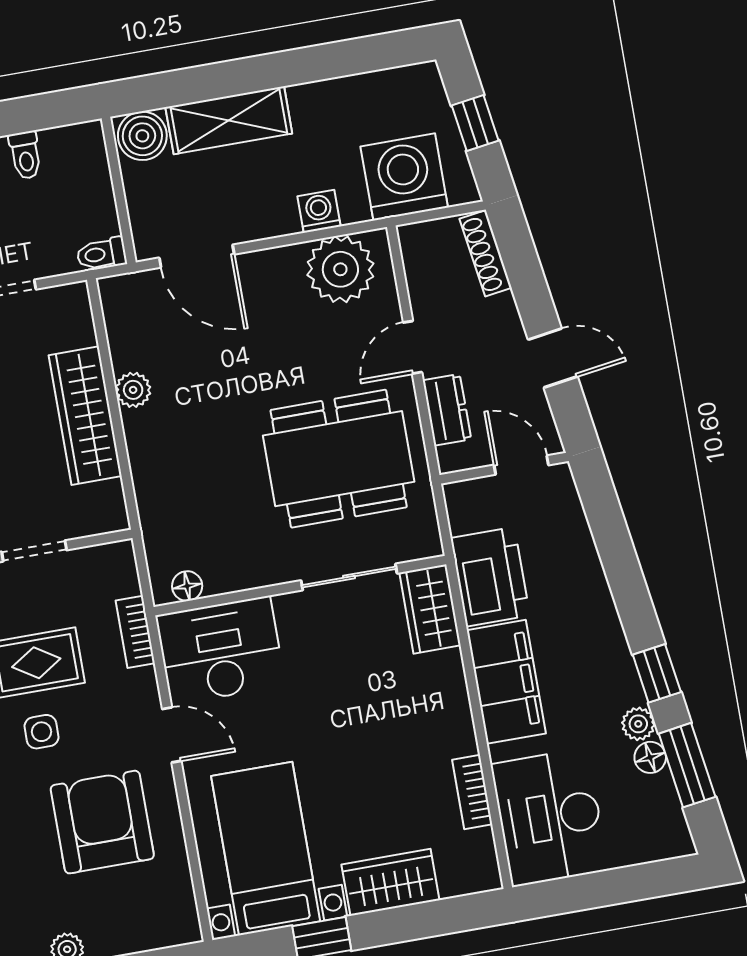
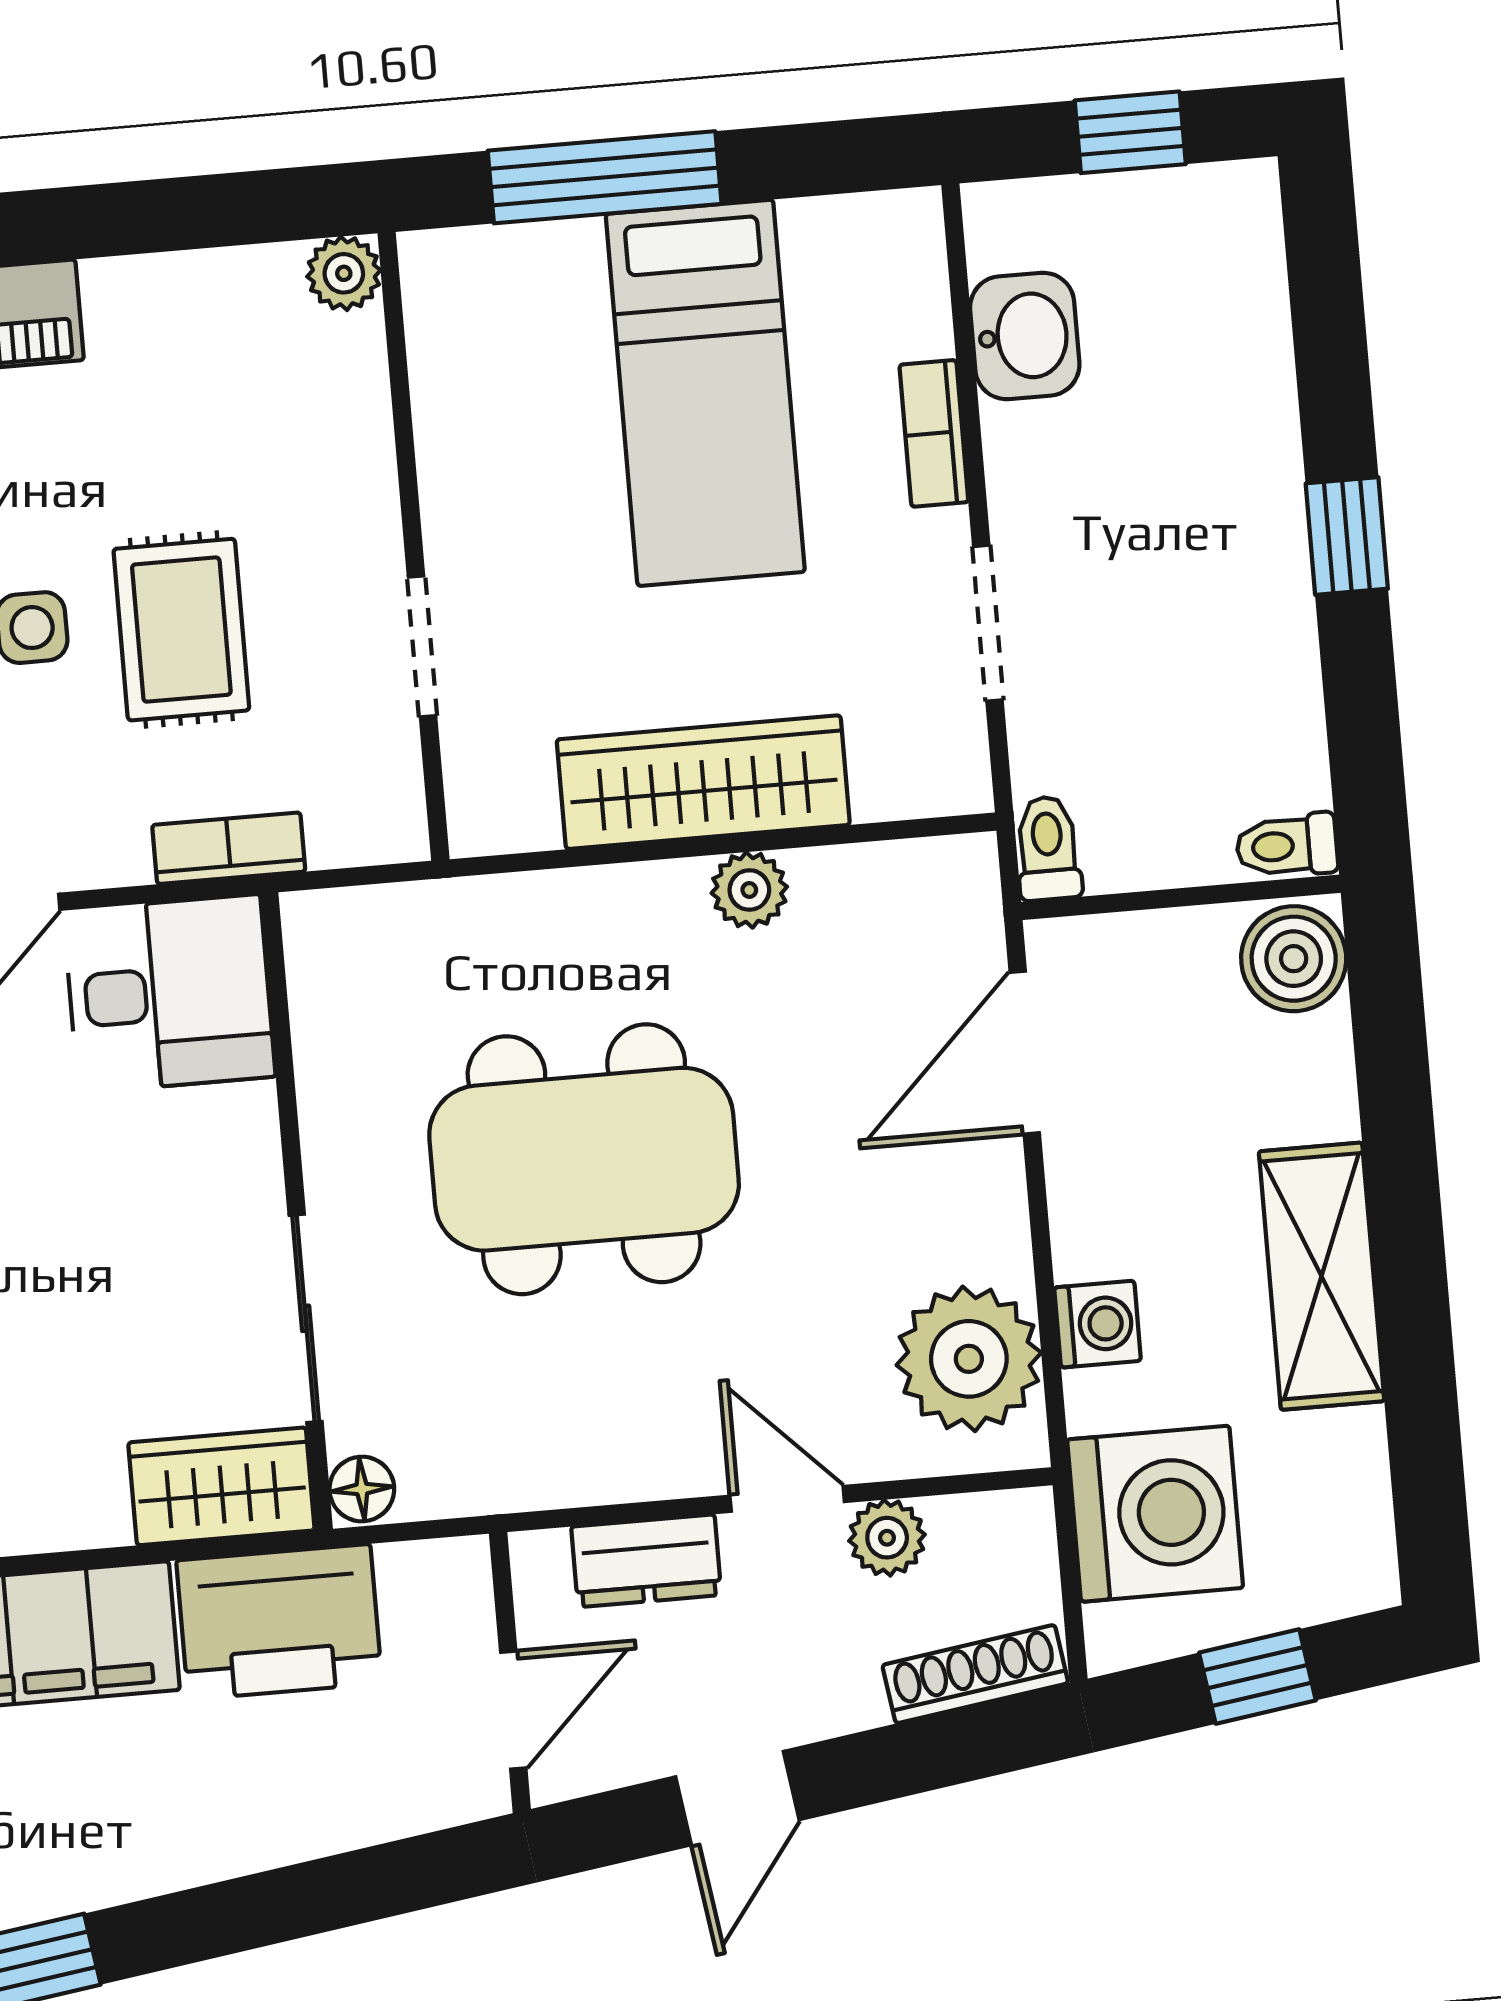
shelving: (229, 120) -> (1322, 1276), moved
toilet: (25, 155) -> (1287, 846), moved
plant: (426, 300) -> (887, 1538), added
dining table: (339, 459) -> (584, 1159), moved, turned 90
floor lamp: (187, 586) -> (362, 1489), moved
desk: (220, 651) -> (169, 994), width x0.73

